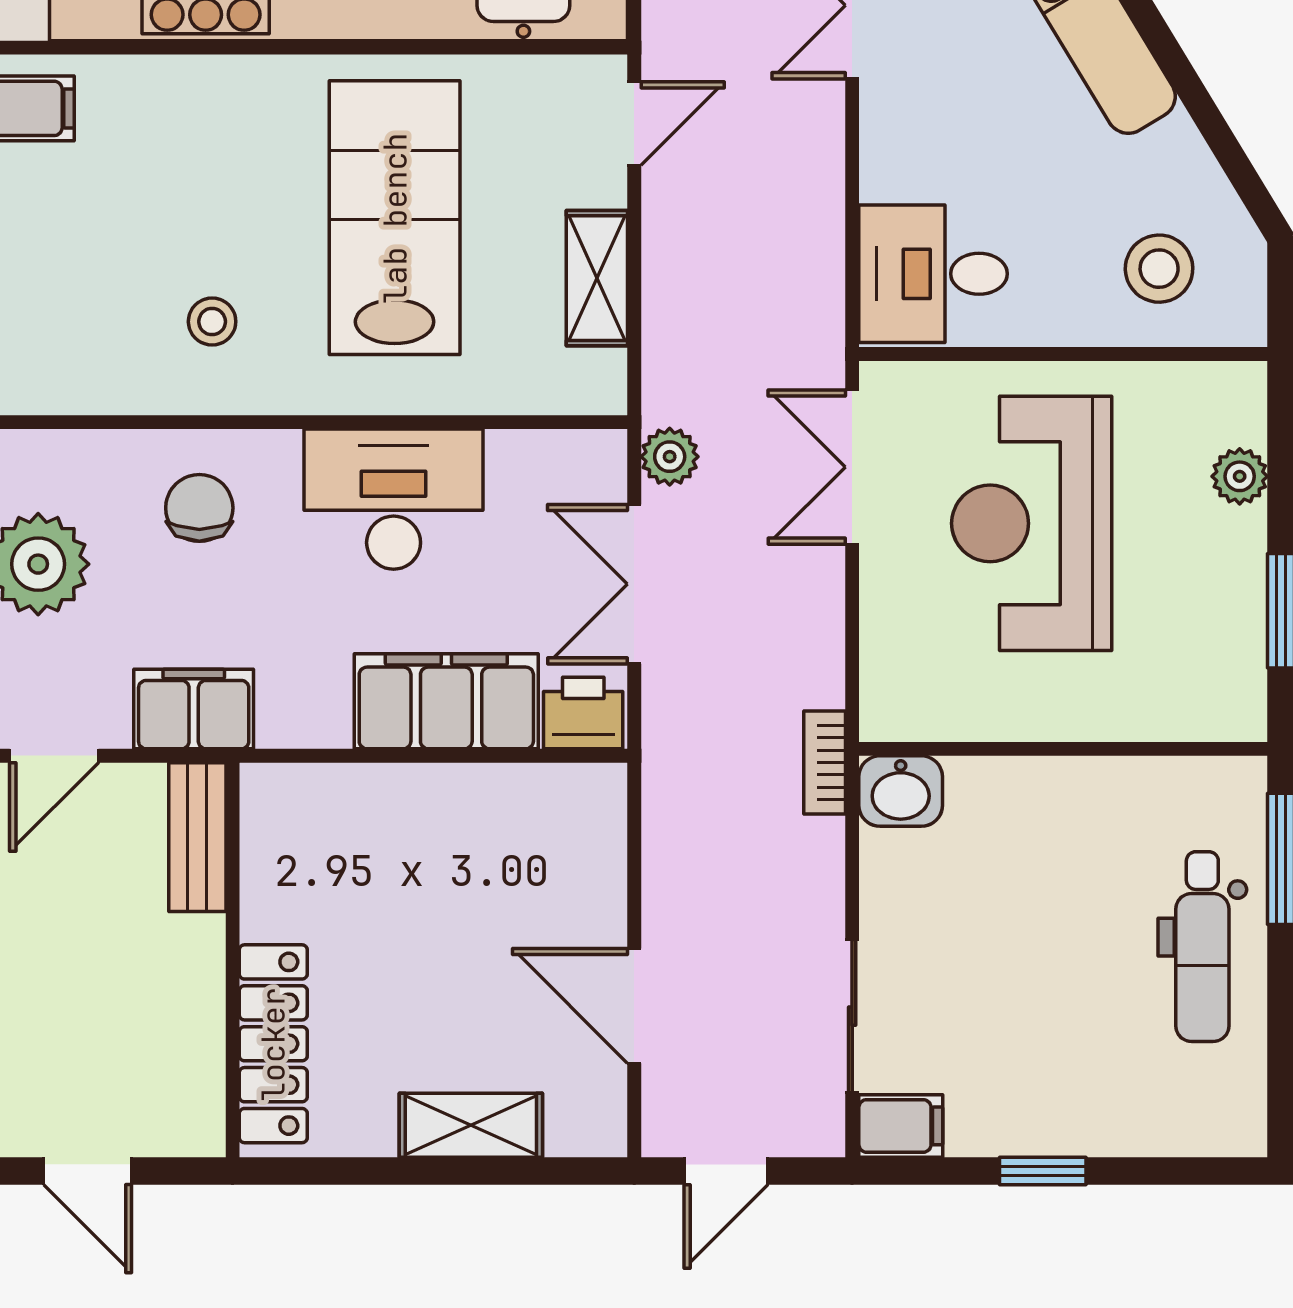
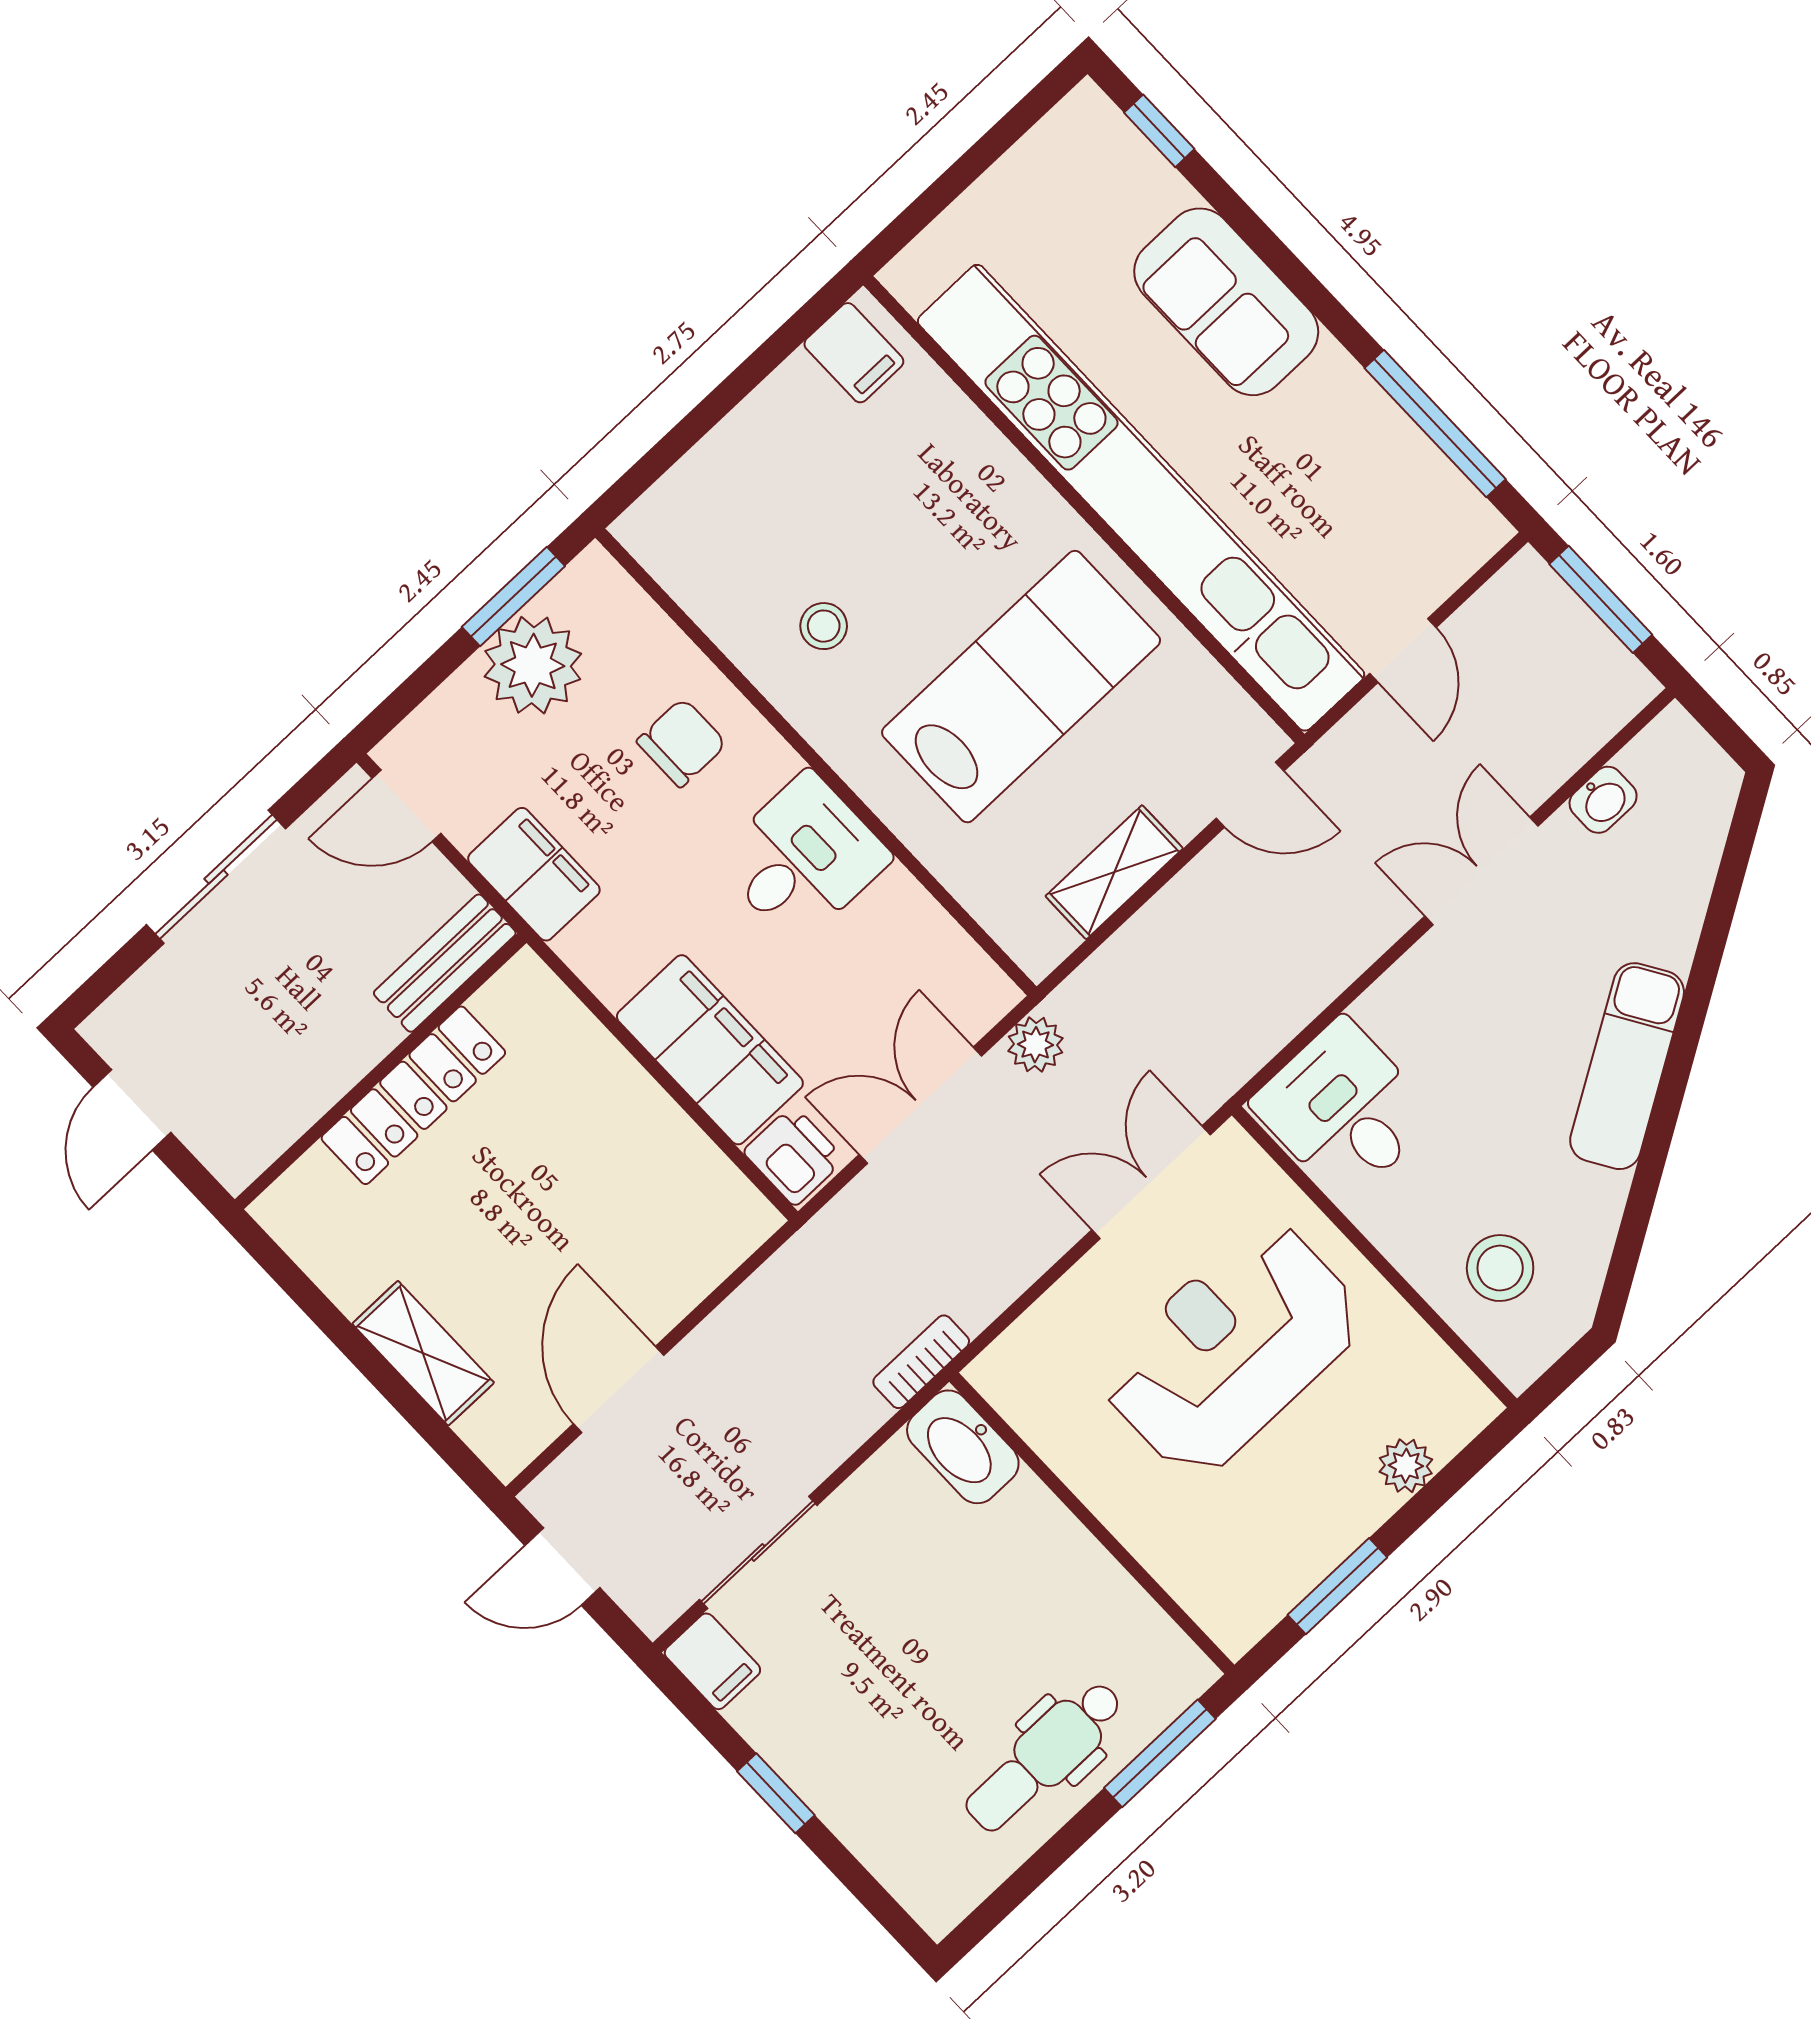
desk: (394, 499) -> (803, 858), width x0.73
washbasin: (901, 791) -> (963, 1447), width x1.38
locker: (273, 1044) -> (413, 1095), moved

